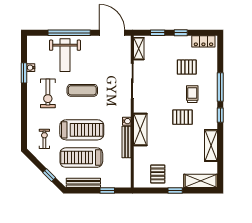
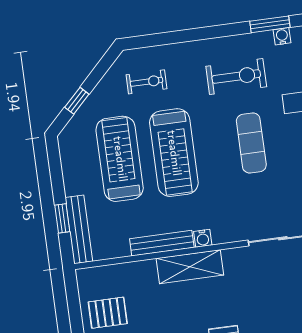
exercise bike: (48, 93) -> (236, 77), turned 180
bench: (83, 183) -> (79, 229), moved

